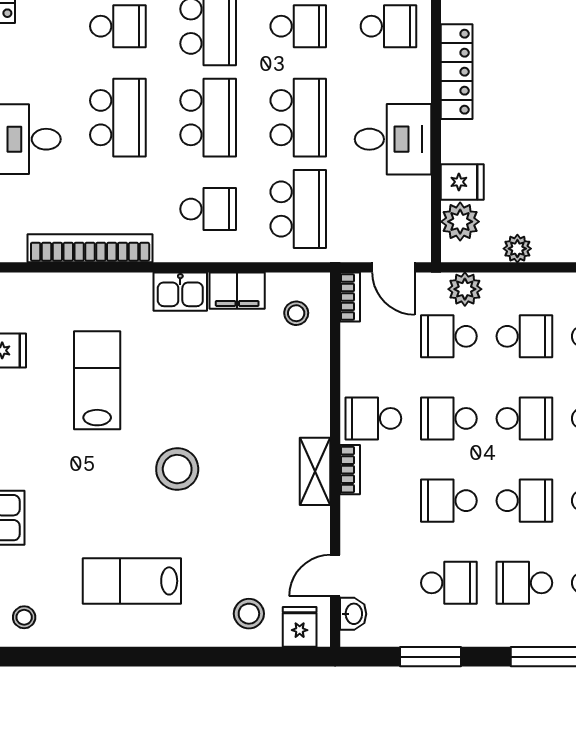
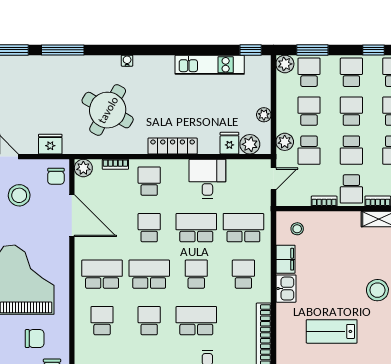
school desk: (208, 118) -> (196, 274), width x0.54
bookcase: (350, 297) -> (324, 201), moved

